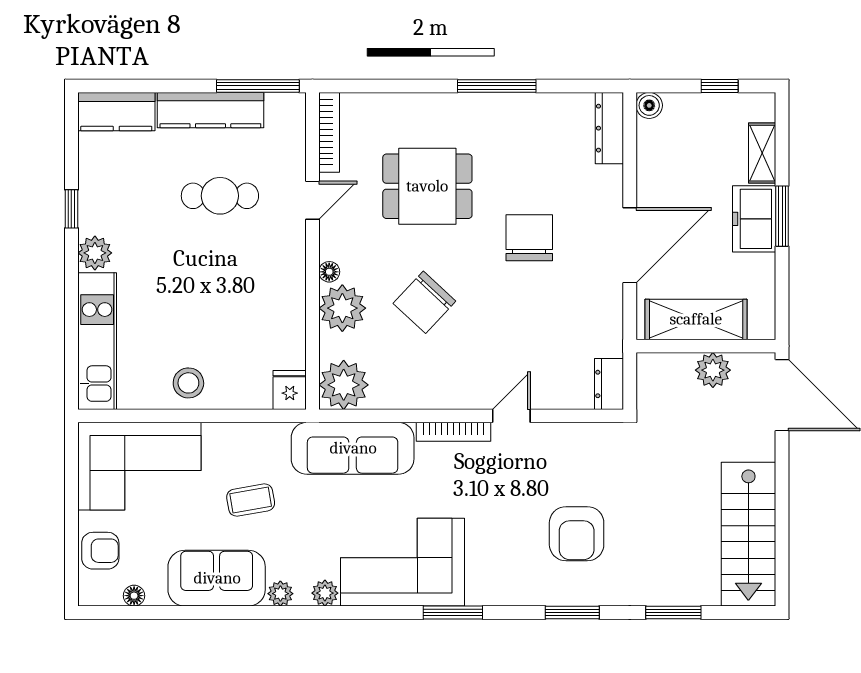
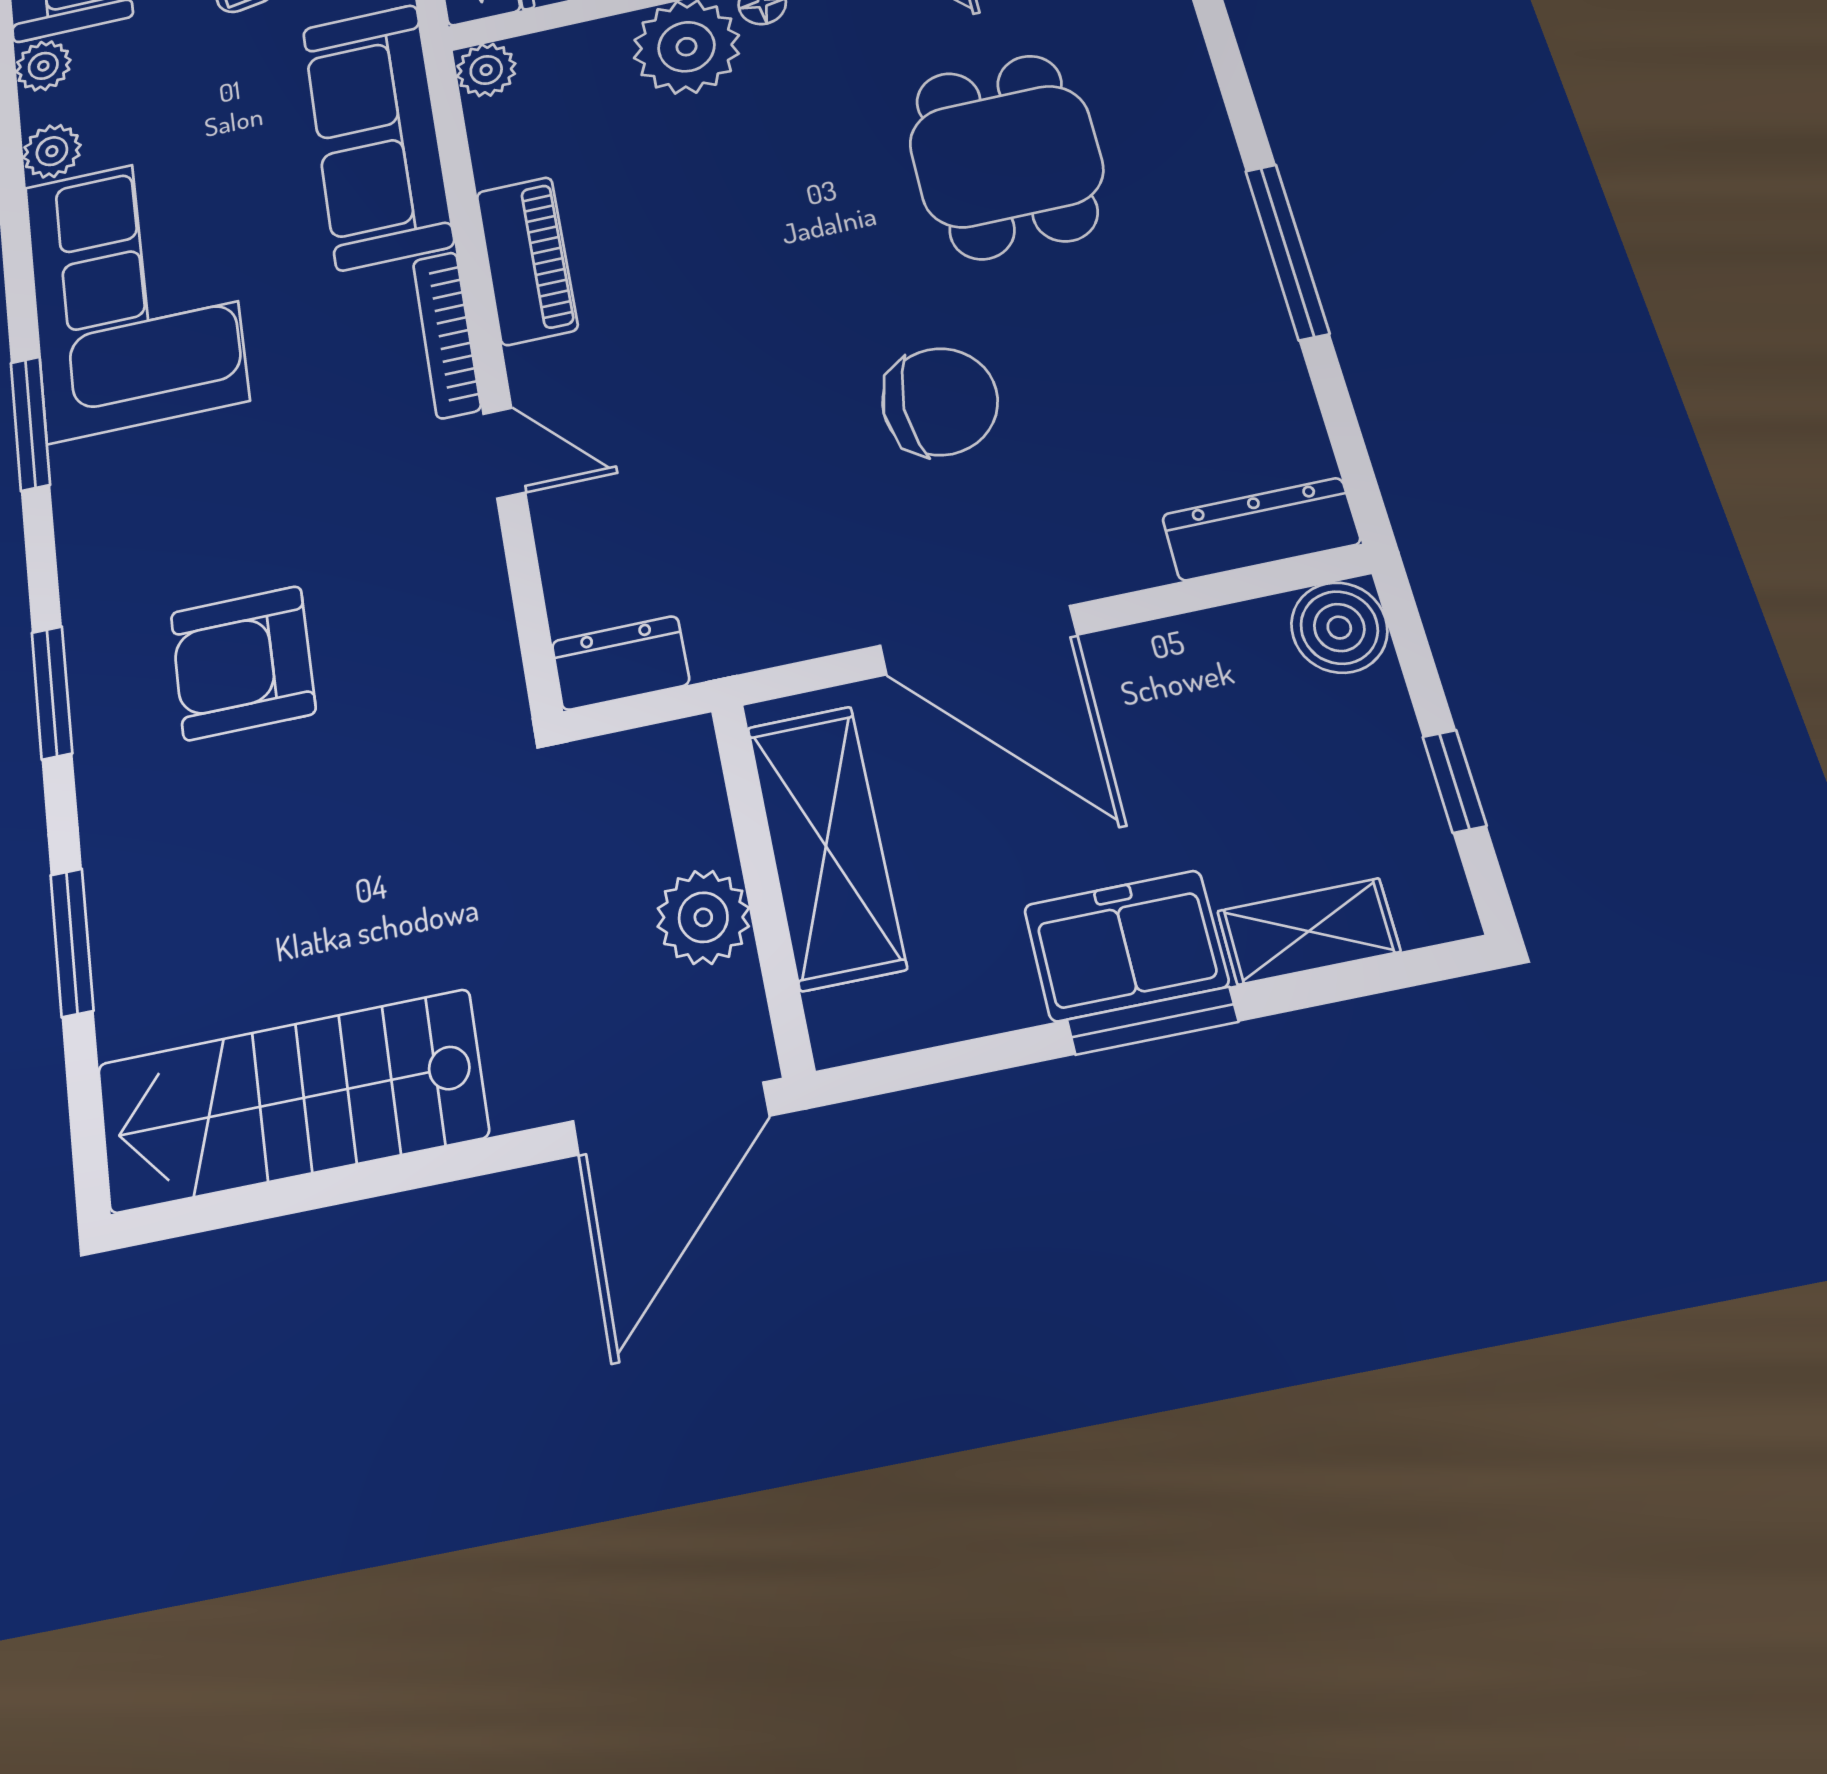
boiler: (649, 105) -> (1339, 628), width x1.36, depth x1.36
chair: (424, 302) -> (735, 209), removed
plant: (344, 385) -> (486, 70), width x0.53, depth x0.53
piano: (428, 393) -> (527, 260), added

